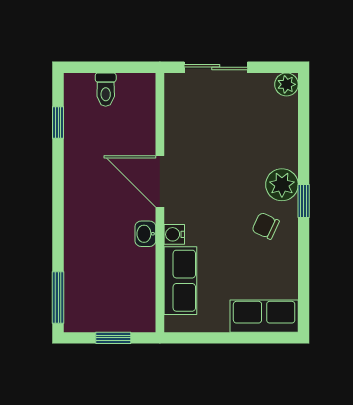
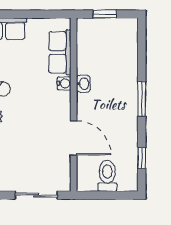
toilet: (106, 90) -> (107, 176), width x1.37, depth x1.39
door: (160, 181) -> (74, 138), moved
window: (58, 298) -> (142, 99), moved

